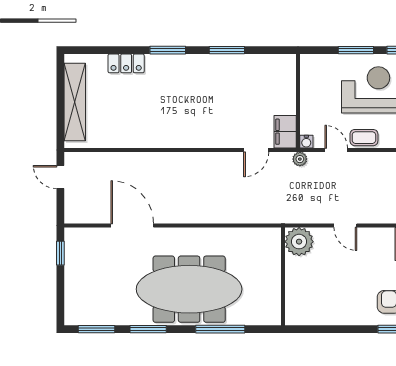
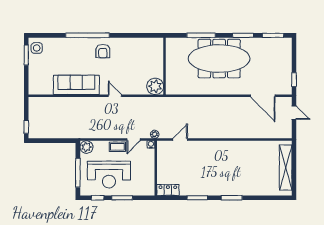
locker: (126, 63) -> (168, 190), moved
filing cabinet: (285, 132) -> (163, 150), removed
door: (336, 150) -> (133, 140), hinge flipped
door: (60, 177) -> (294, 113), moved
door: (132, 225) -> (263, 96), moved
door: (345, 225) -> (115, 96), moved

